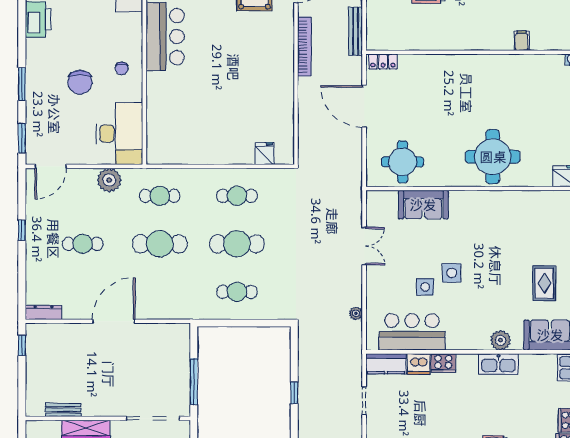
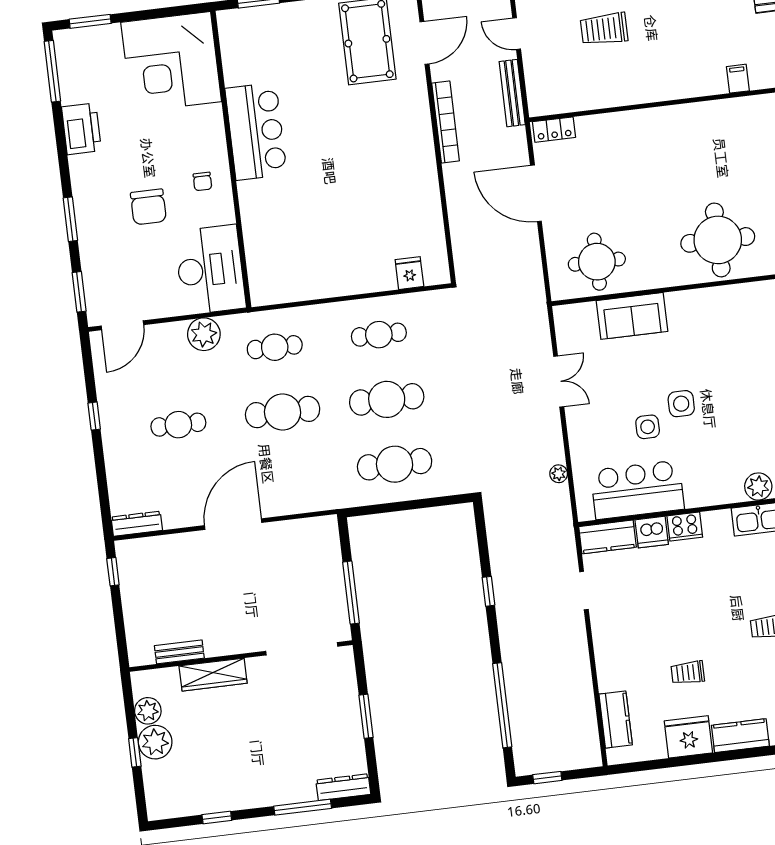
cafe table: (237, 292) -> (395, 464), width x1.37, depth x1.35

